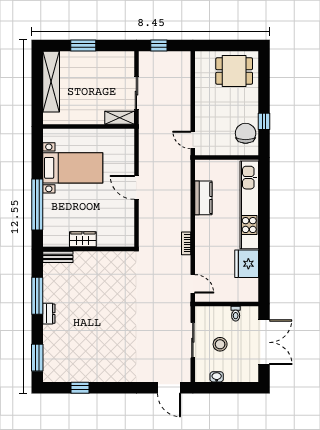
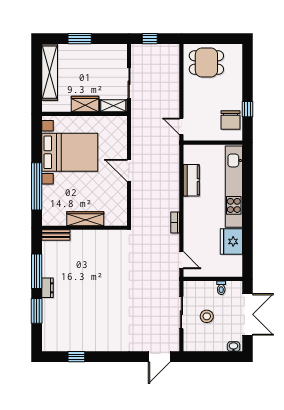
dining table: (234, 71) -> (206, 62), moved
wardrobe: (89, 116) -> (85, 104), added
chair: (246, 133) -> (230, 120), turned 180
bed with nightstands: (73, 168) -> (70, 152), width x1.36
wardrobe: (83, 239) -> (85, 219), width x1.50
window: (37, 358) -> (37, 311), moved
washbasin: (217, 377) -> (234, 347), moved
door: (169, 388) -> (159, 357), hinge flipped

